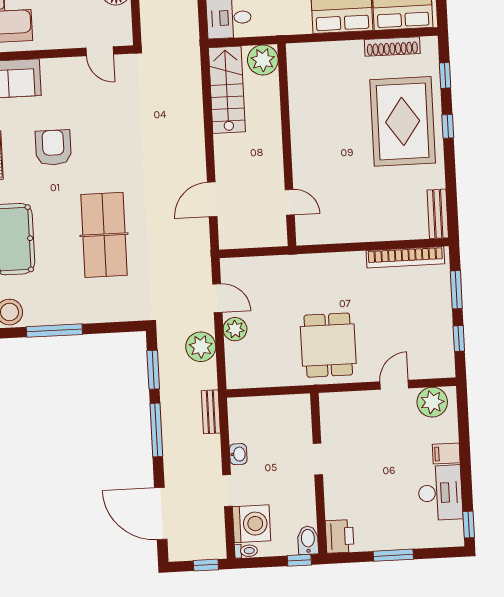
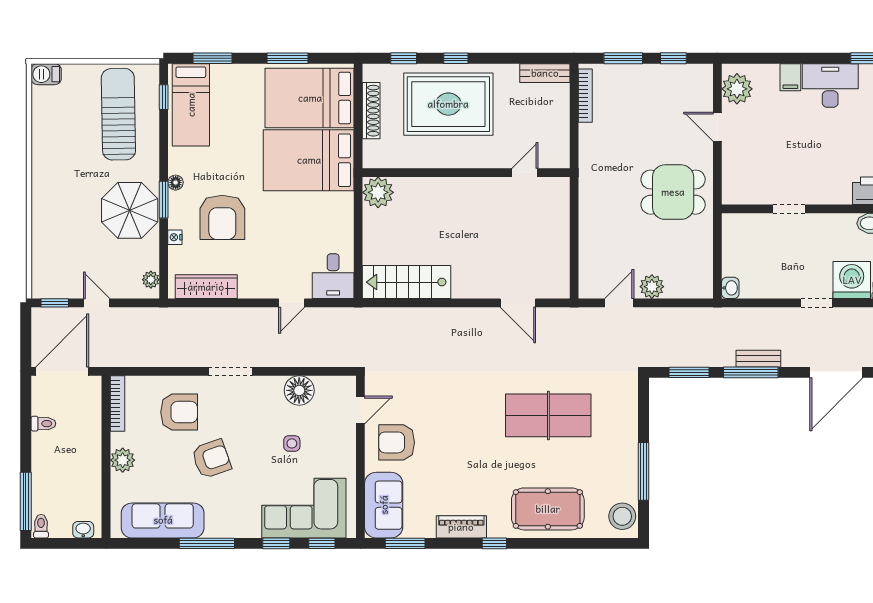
plant: (263, 60) -> (378, 192), moved
wall: (287, 145) -> (466, 173), moved
armchair: (53, 148) -> (397, 442), moved
door: (290, 202) -> (525, 173), moved
bookcase: (405, 257) -> (585, 96), width x0.68, depth x0.76
plant: (201, 347) -> (668, 322), removed
bench: (211, 412) -> (758, 359), moved
washbasin: (238, 454) -> (730, 288), moved, turned 90

